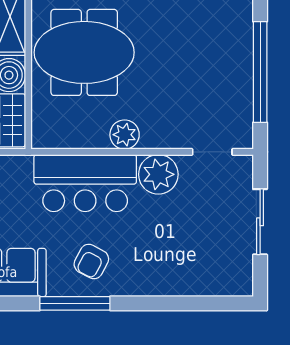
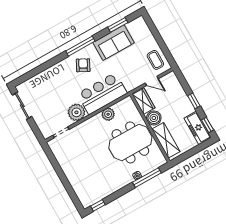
window: (260, 72) -> (60, 173), removed
plant: (125, 135) -> (108, 114), moved
sliding door: (260, 222) -> (22, 106), moved

